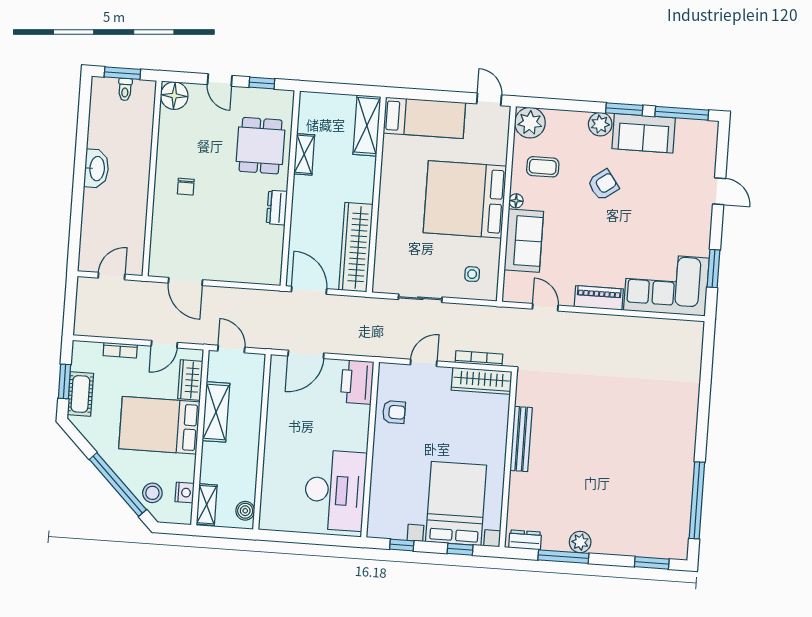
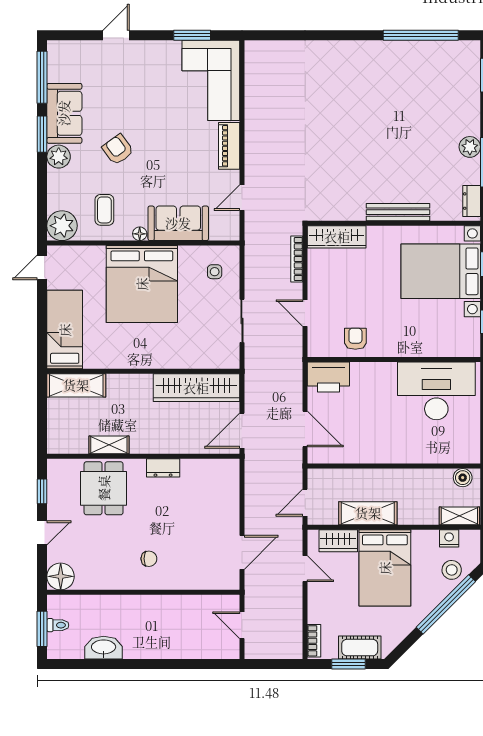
dining table: (260, 146) -> (104, 488), turned 90
washbasin: (96, 169) -> (104, 648), moved
bookcase: (120, 350) -> (314, 641), moved
wardrobe: (482, 381) -> (337, 237), moved, turned 90
bench: (521, 439) -> (398, 212), moved

